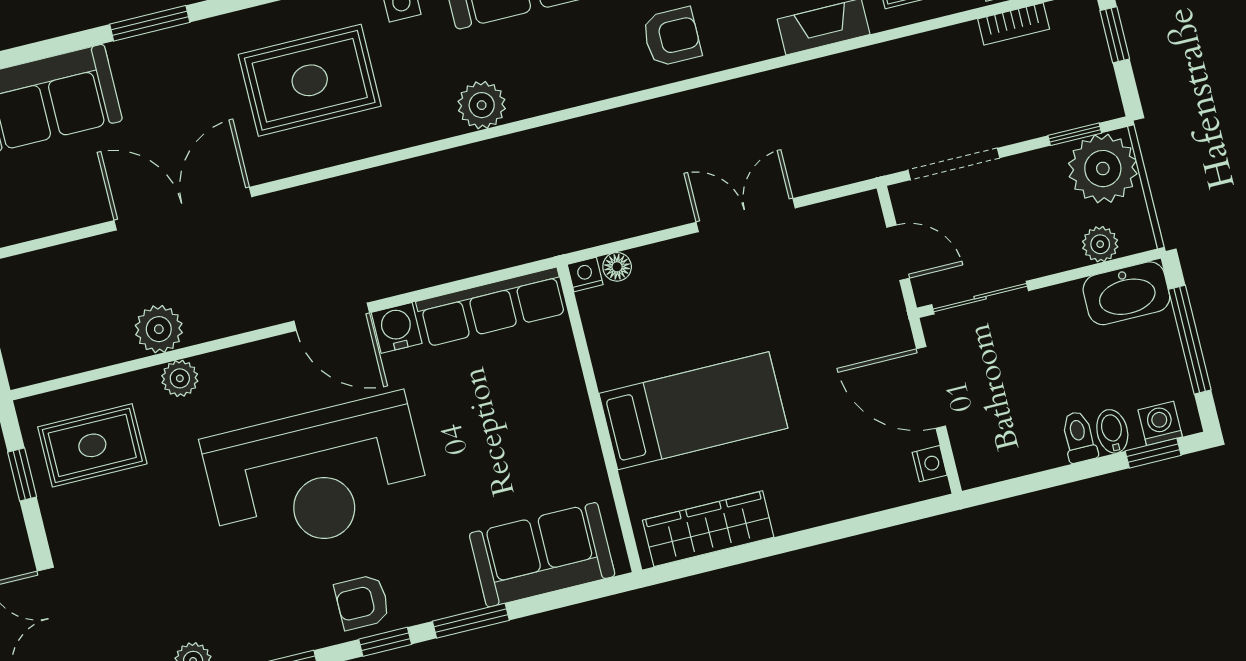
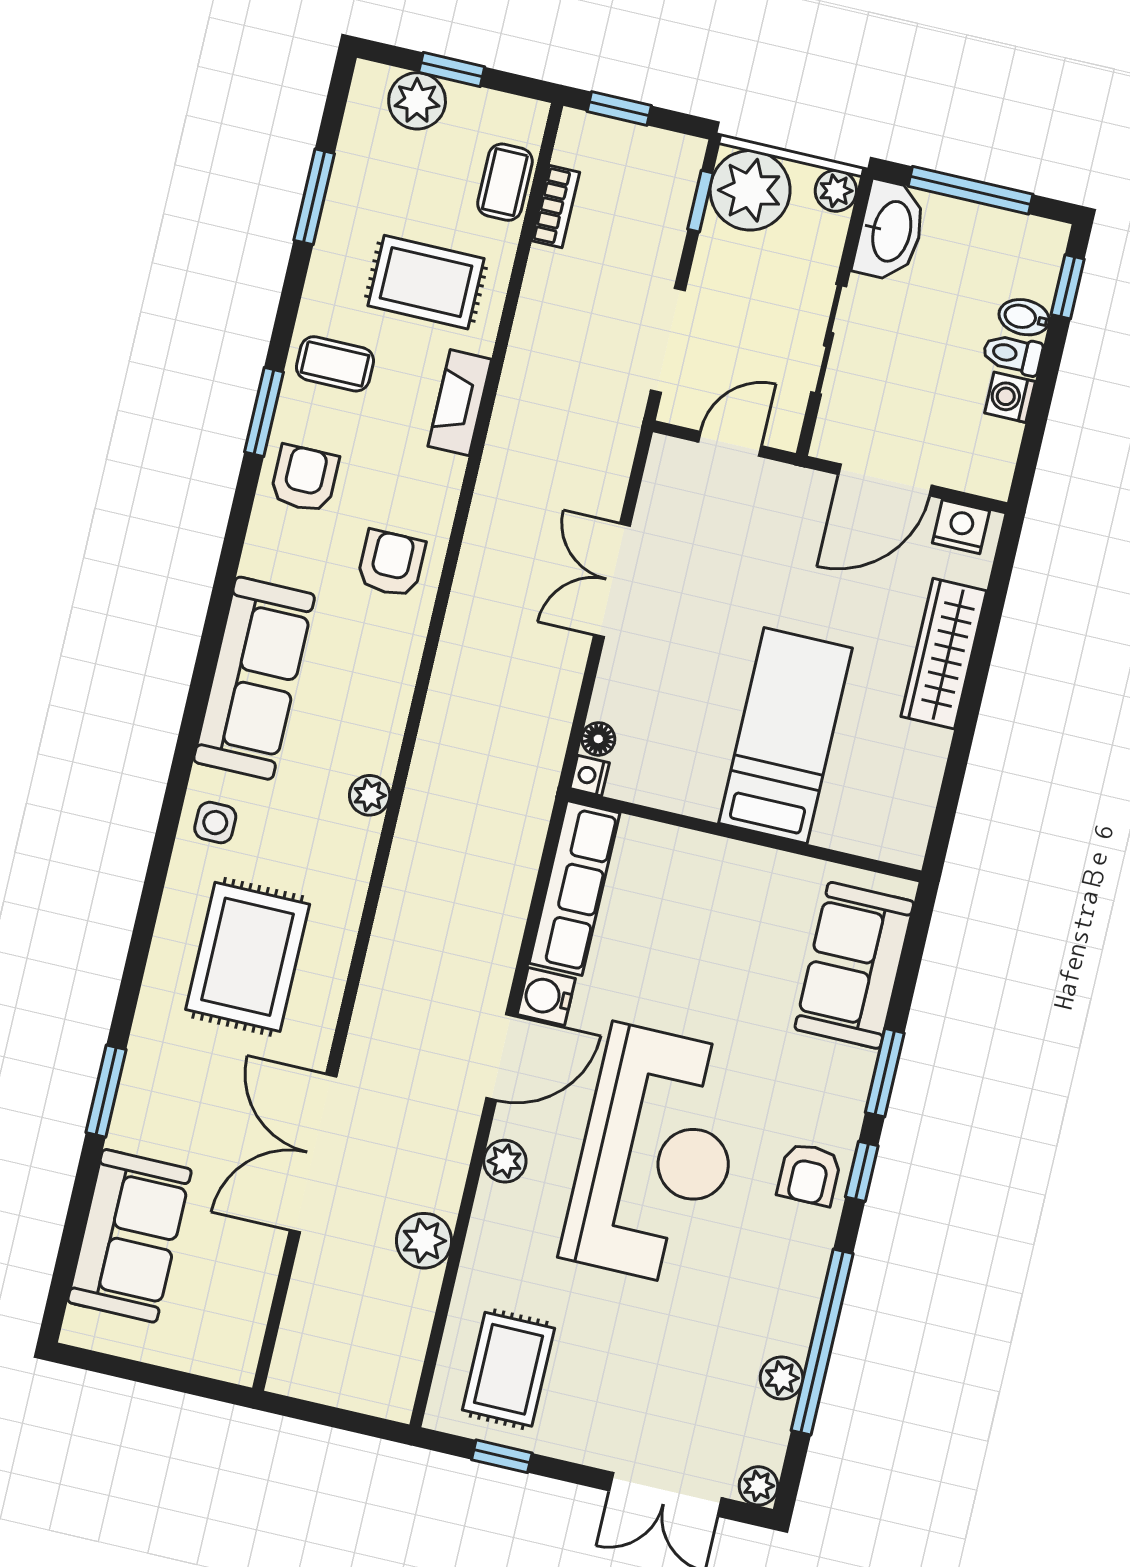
plant: (482, 105) -> (370, 795), width x0.73, depth x0.73
plant: (1100, 244) -> (836, 191), moved
sliding door: (980, 298) -> (829, 339), moved
plant: (180, 378) -> (505, 1161), moved
washing machine: (1160, 423) -> (1010, 397), moved
nightstand: (930, 464) -> (961, 527), width x1.39, depth x1.35
wardrobe: (708, 529) -> (944, 654), moved

